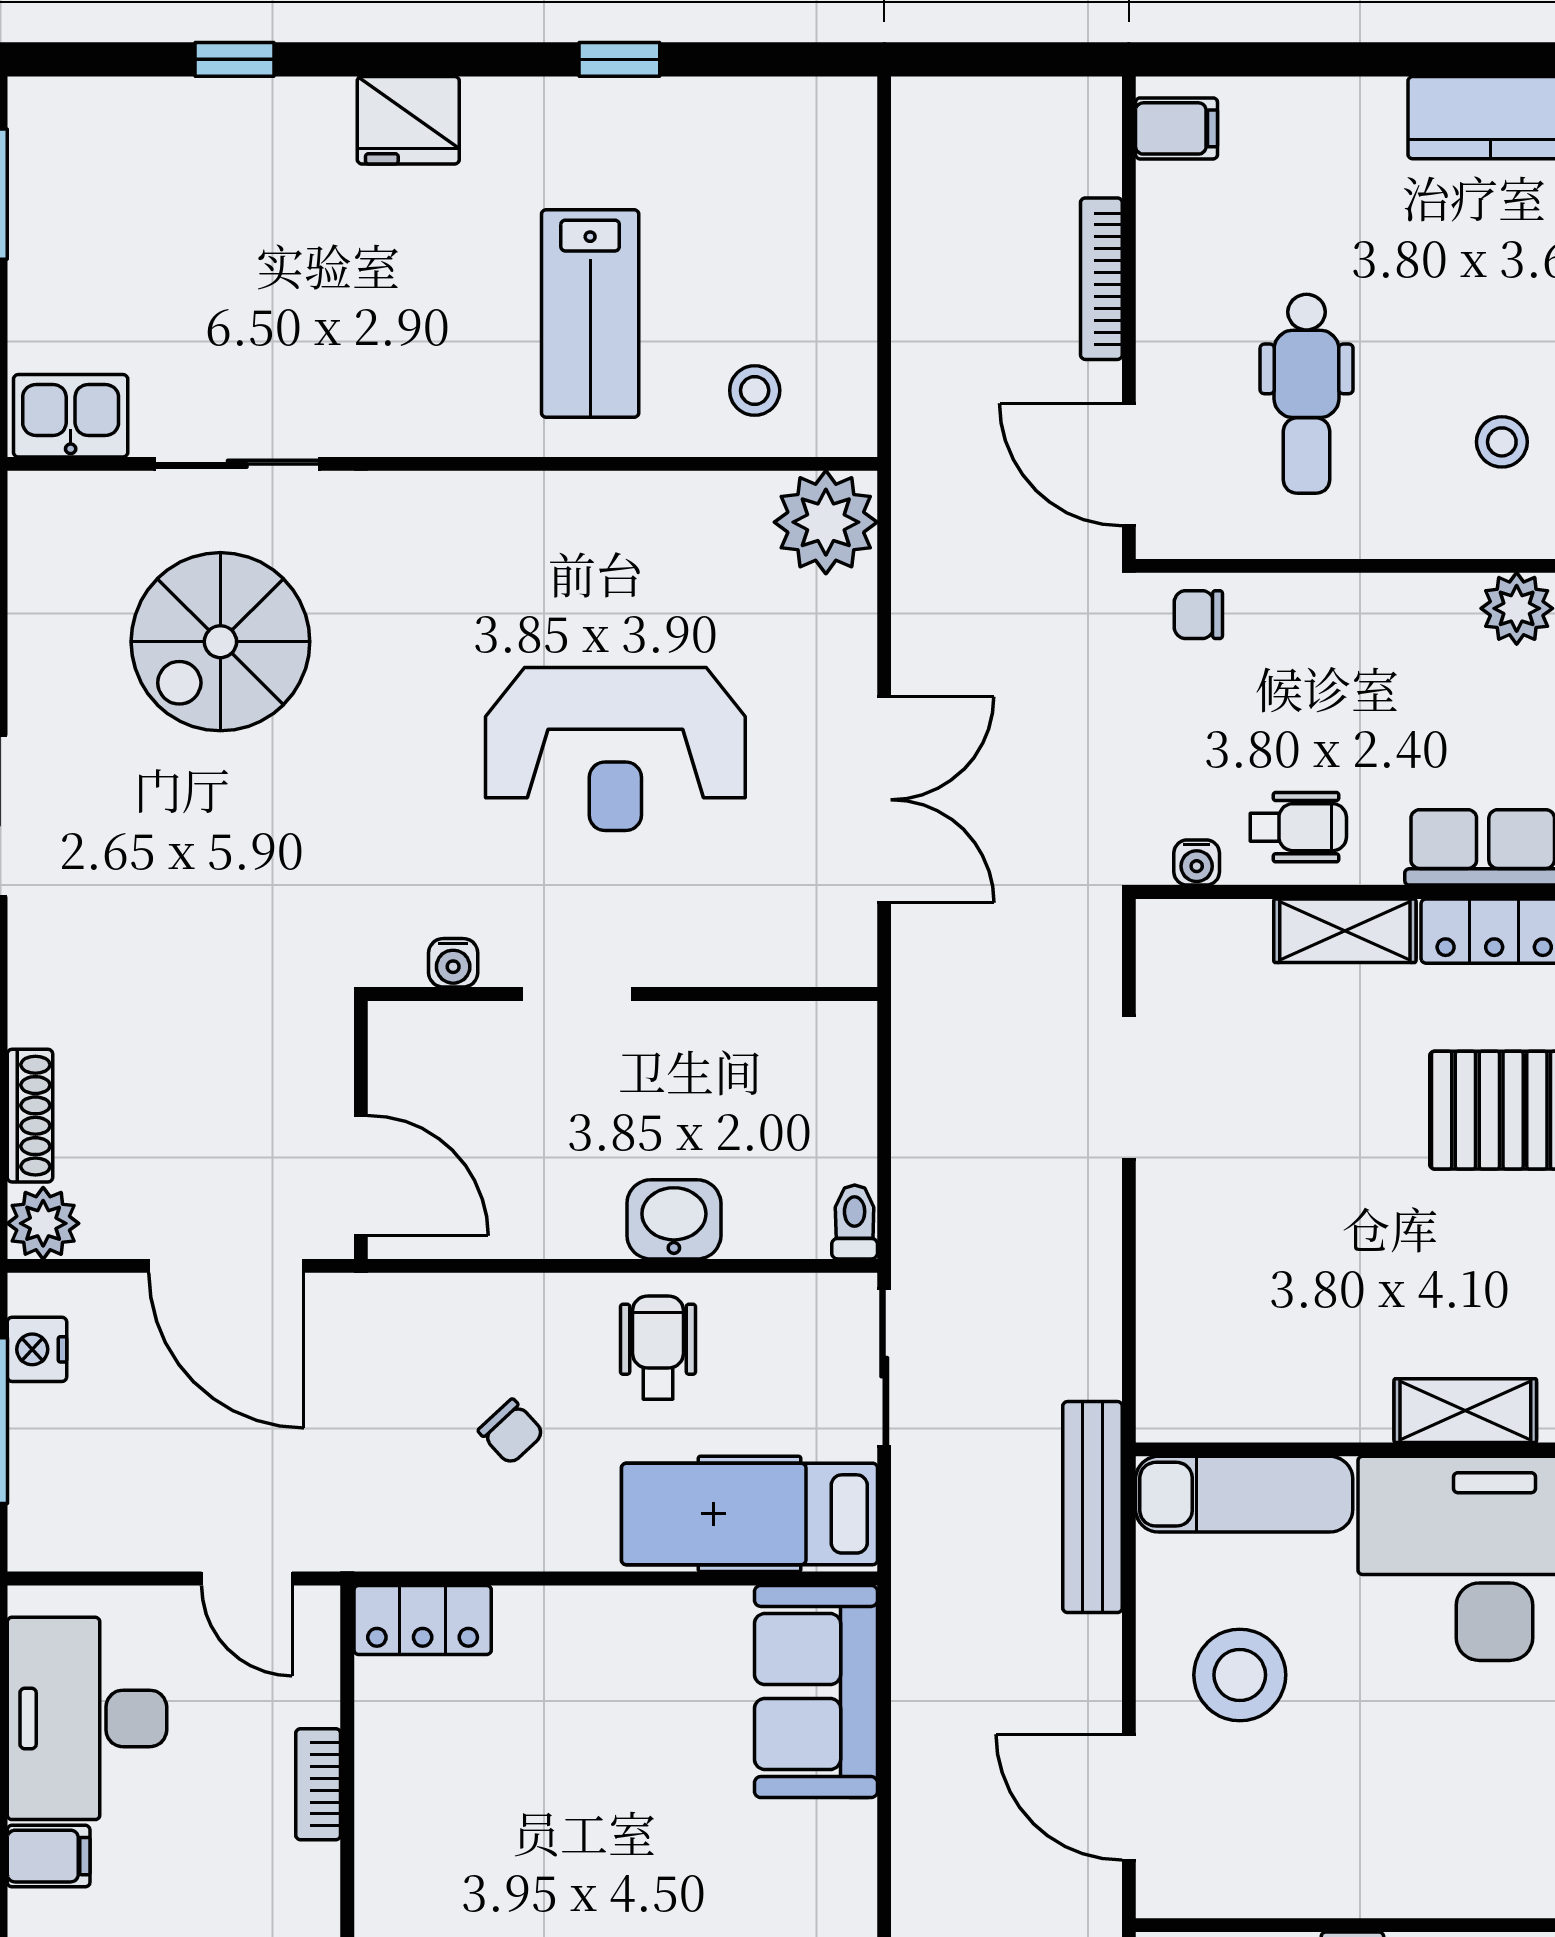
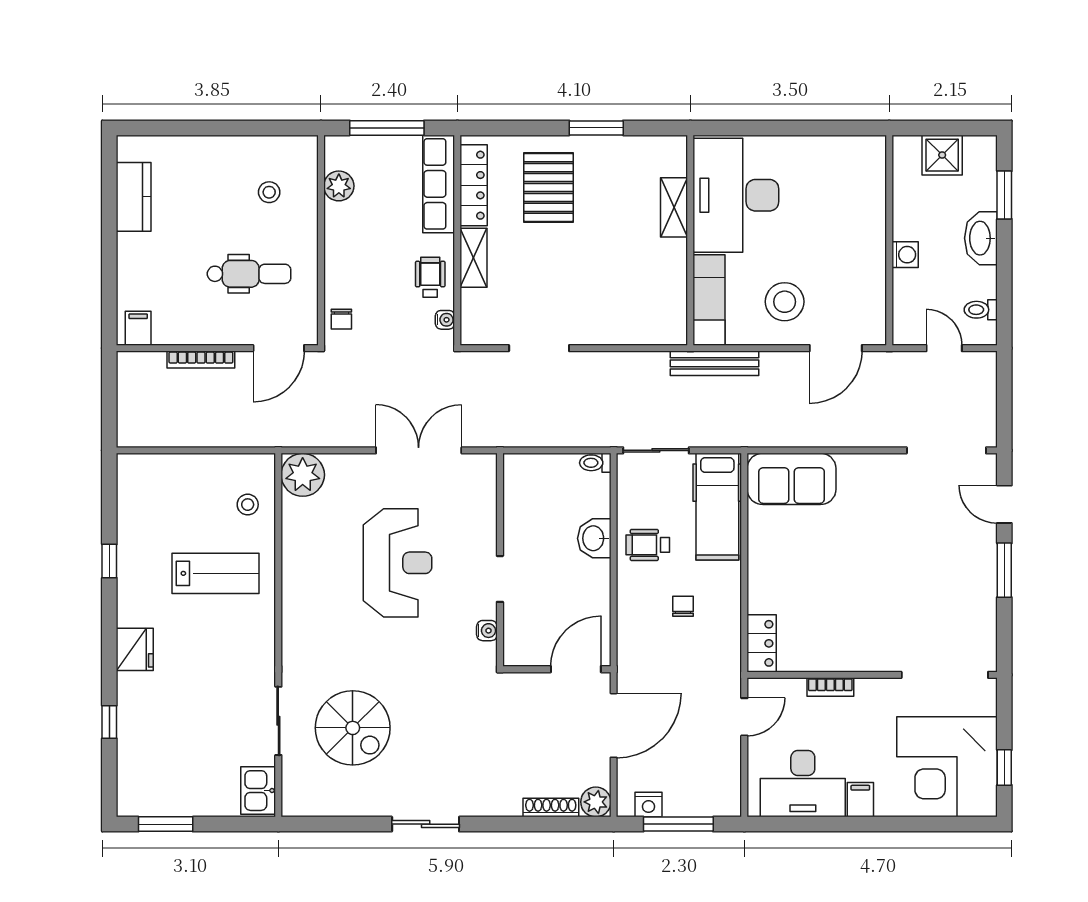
chair: (511, 1432) -> (683, 606), turned -47

